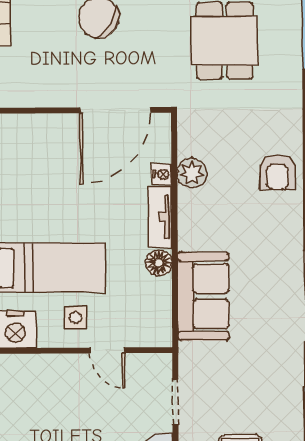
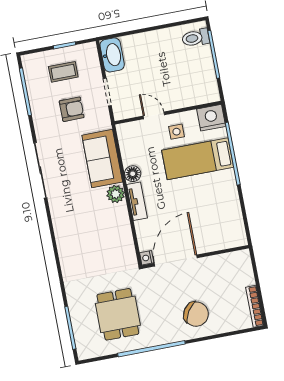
armchair: (277, 172) -> (72, 109), moved, turned 90
plant: (192, 173) -> (116, 194), moved
nightstand: (162, 174) -> (147, 258), moved

